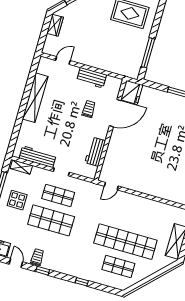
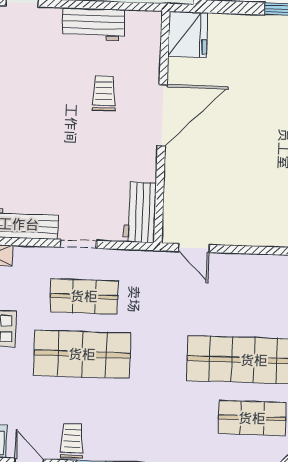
door: (115, 113) -> (162, 115), moved
workbench: (95, 152) -> (140, 212), moved
door: (111, 186) -> (194, 248), hinge flipped

